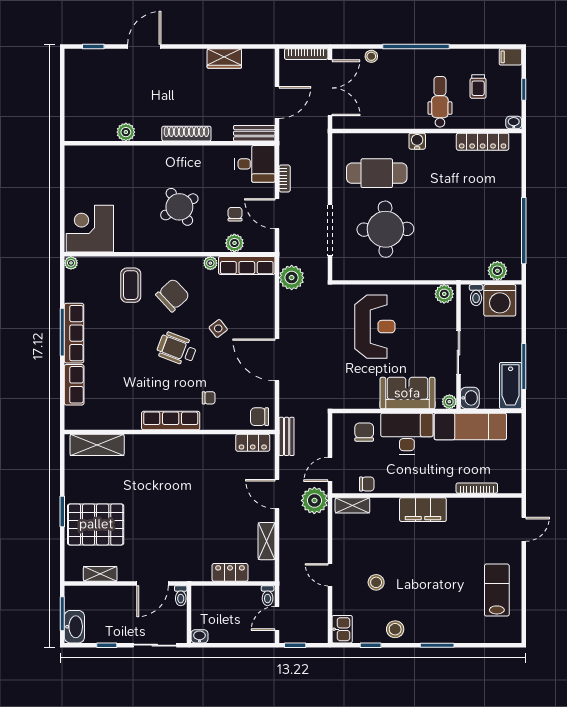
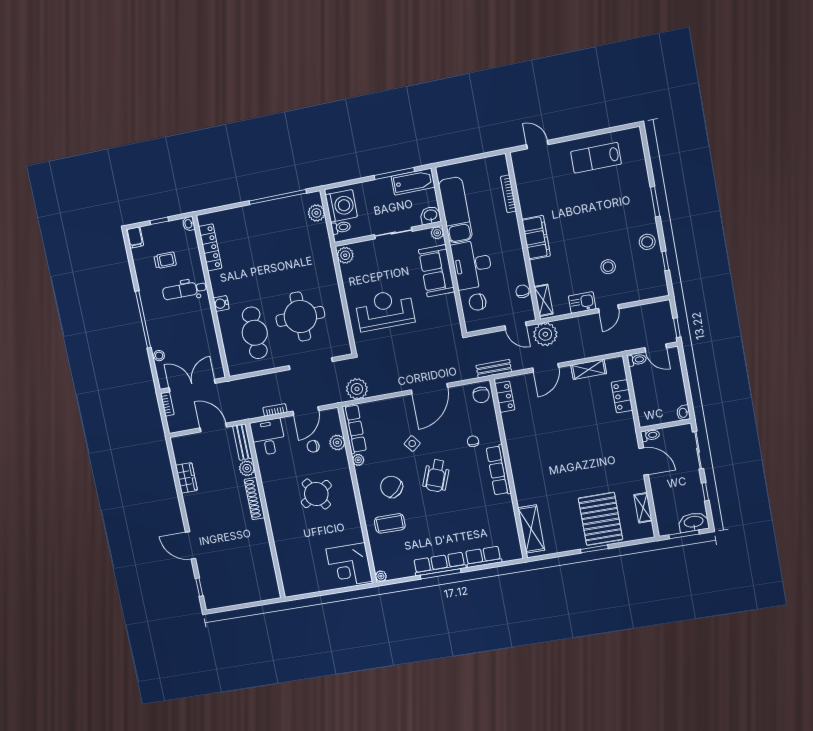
bookcase: (306, 54) -> (167, 404), width x0.64
plant: (126, 132) -> (247, 468), moved
kitchen sink: (342, 629) -> (582, 302), moved

